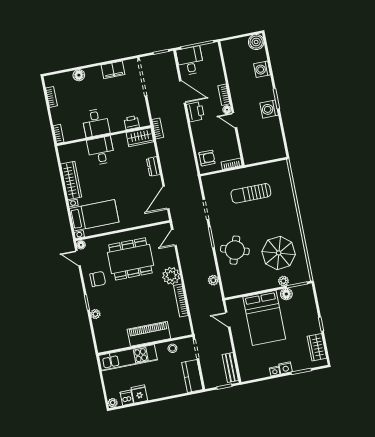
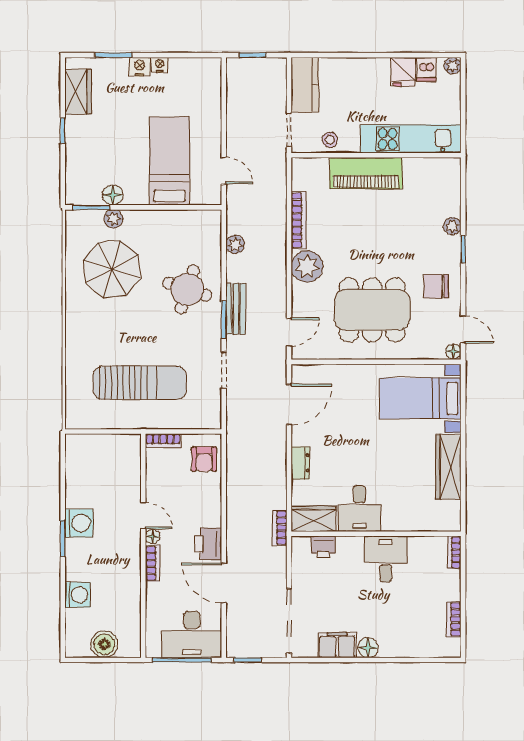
boiler: (256, 42) -> (104, 644), moved
desk: (190, 61) -> (192, 634), width x1.37
floor lamp: (79, 75) -> (368, 648), moved
desk: (101, 151) -> (359, 509), moved
armchair: (207, 158) -> (204, 459), turned -90
sun lounger: (251, 193) -> (140, 383), width x1.36, depth x1.34
bed: (264, 318) -> (169, 161), width x0.67
bench: (230, 367) -> (236, 309), moved

